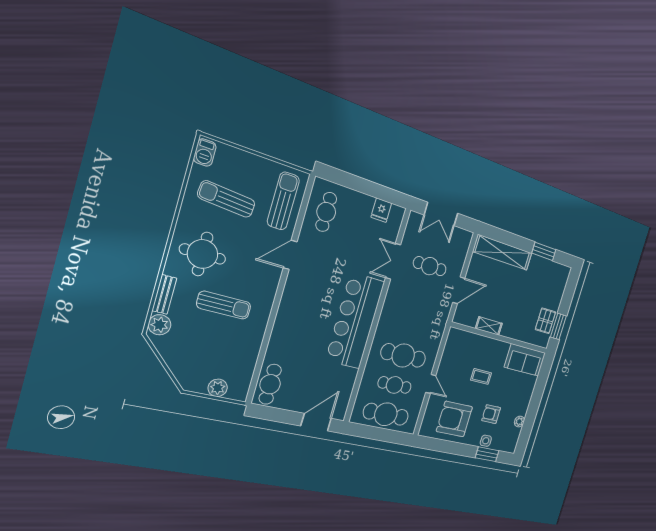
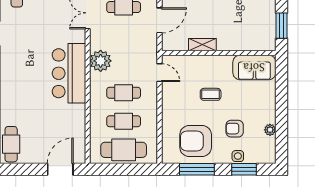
plant: (391, 316) -> (101, 61), added
bar counter: (355, 321) -> (69, 73), width x0.73
pallet: (545, 321) -> (264, 24), removed
cafe table: (403, 355) -> (124, 93), width x0.73, depth x0.74
door: (431, 384) -> (160, 73), moved
window: (447, 447) -> (197, 169), added

